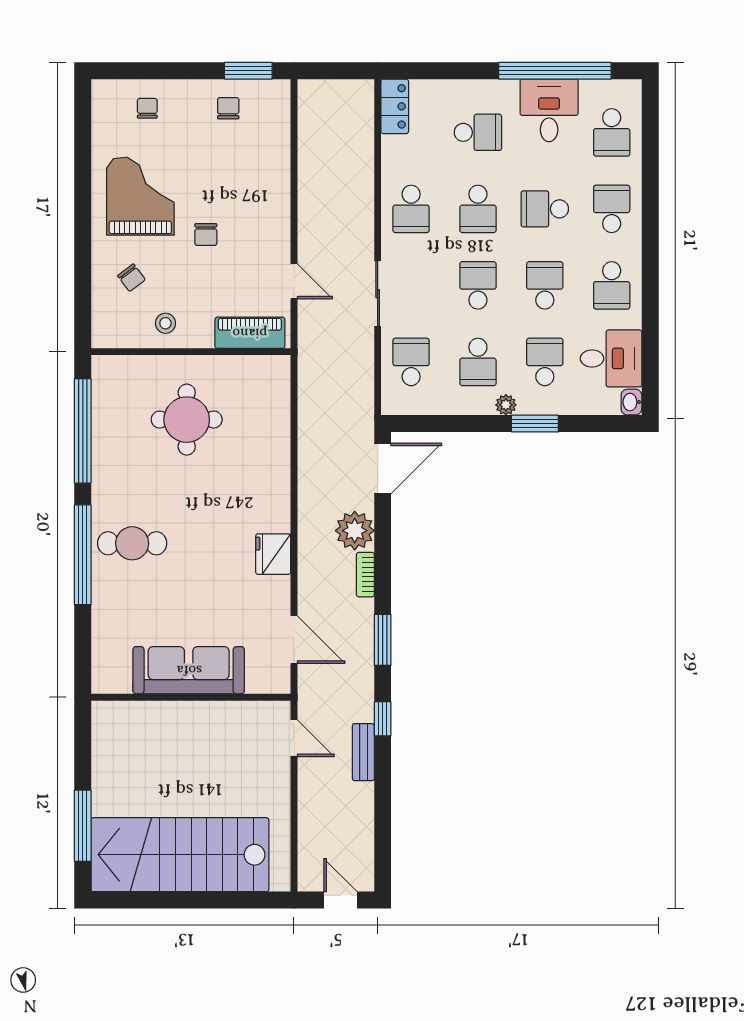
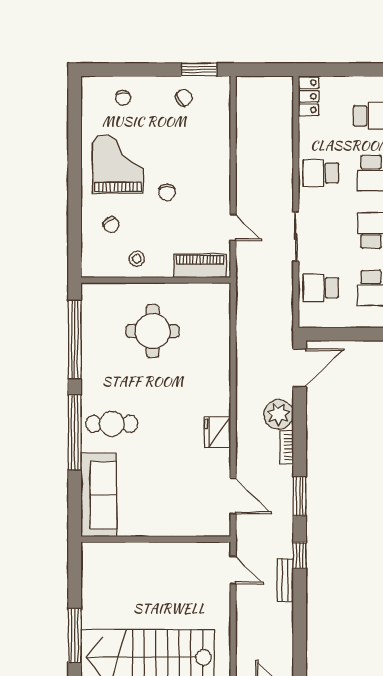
chair: (147, 108) -> (123, 98), turned 180
chair: (228, 108) -> (184, 98), turned 59
school desk: (411, 209) -> (321, 173), turned 90
school desk: (411, 362) -> (321, 288), turned -90
sofa: (189, 670) -> (99, 495), moved, turned 90

